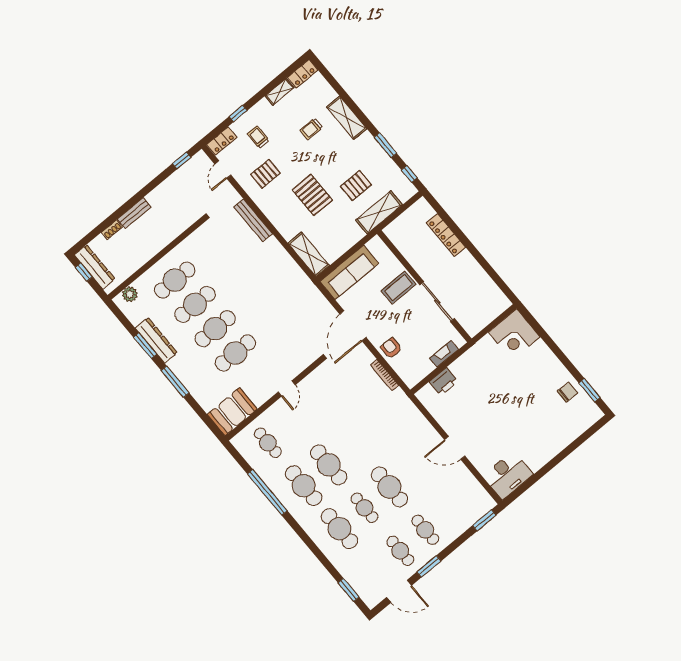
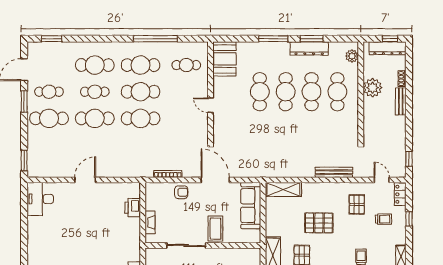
plant: (143, 250) -> (373, 88), added
cafe table: (354, 444) -> (141, 118), added
cafe table: (425, 530) -> (49, 118), width x1.37, depth x1.35

